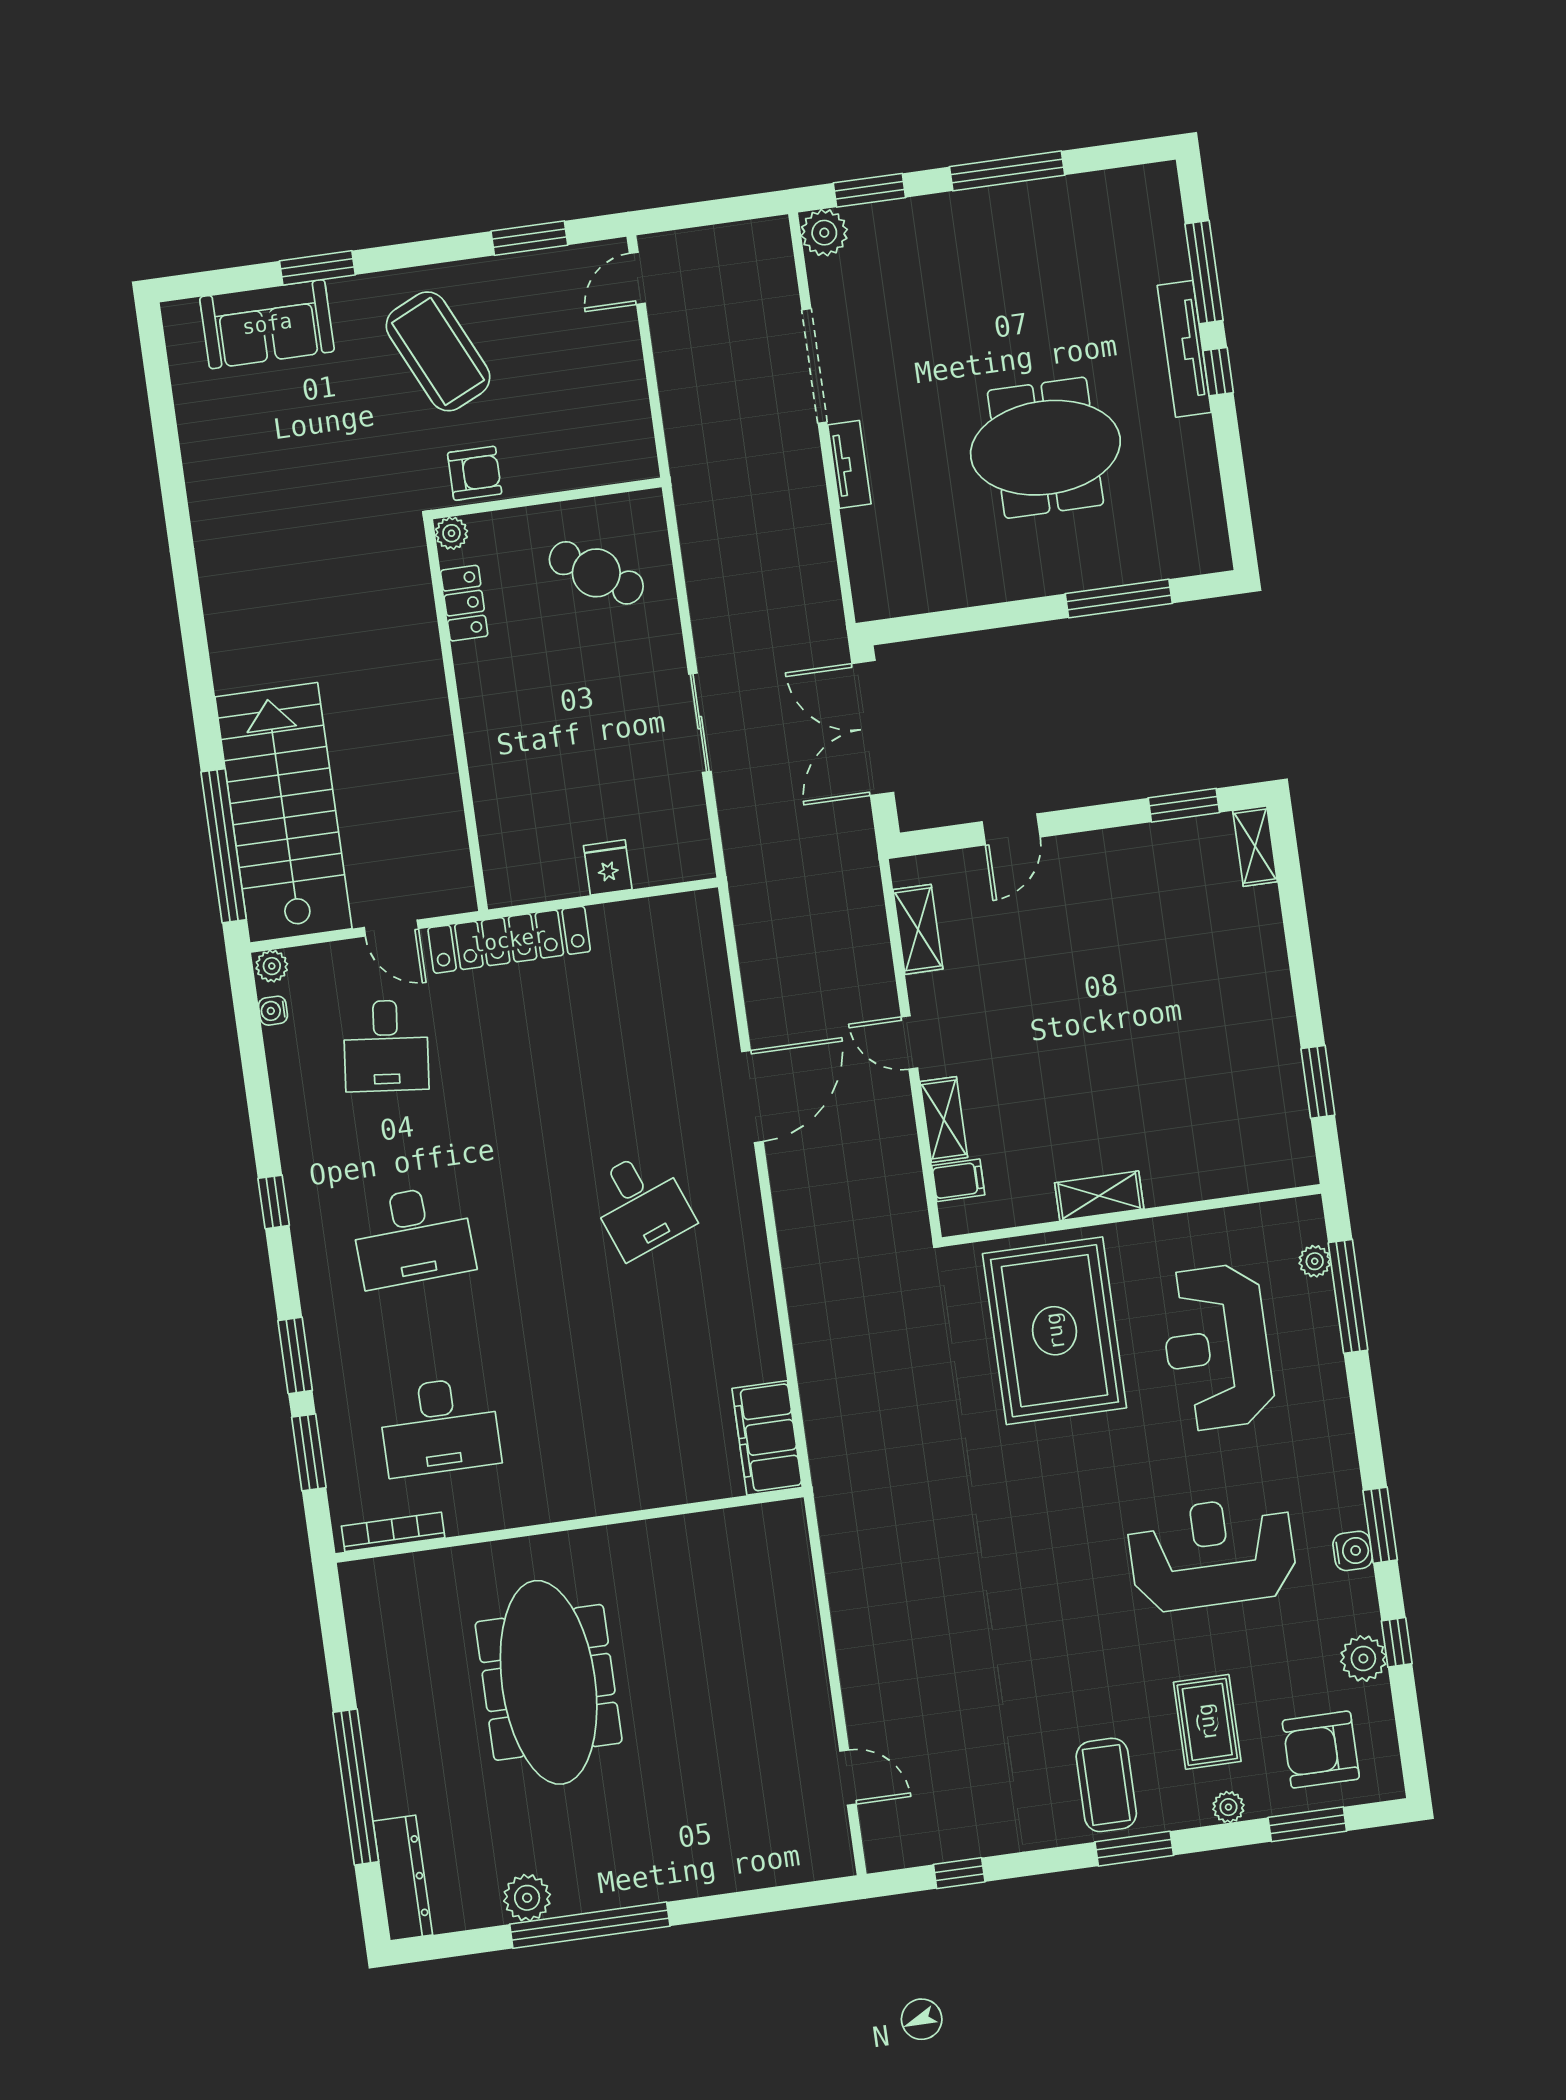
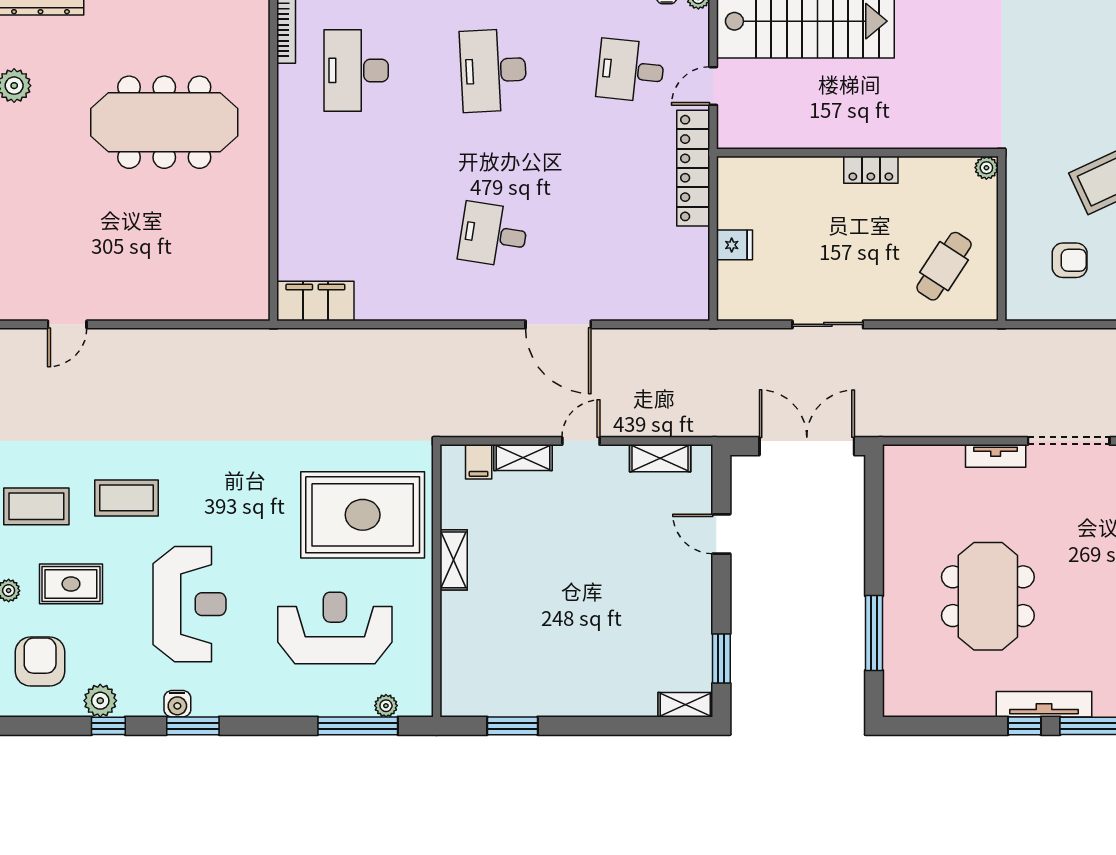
armchair: (475, 473) -> (1070, 260), moved, turned -90
locker: (464, 603) -> (871, 170), moved
desk: (641, 1204) -> (493, 235), turned 30
coffee table: (1077, 1661) -> (127, 498), added

